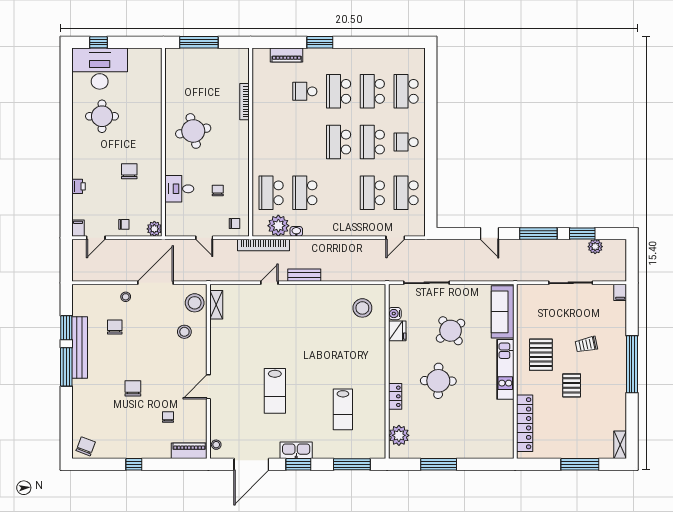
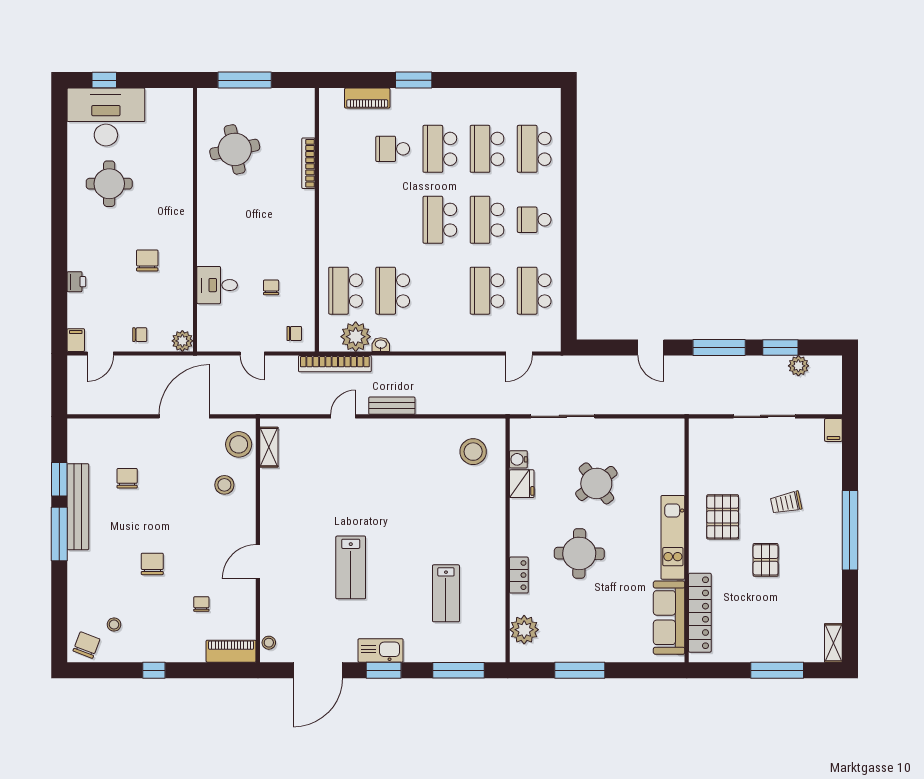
round table: (193, 131) -> (235, 149), moved
stool: (126, 297) -> (114, 625), moved
sofa: (503, 312) -> (669, 618), moved

